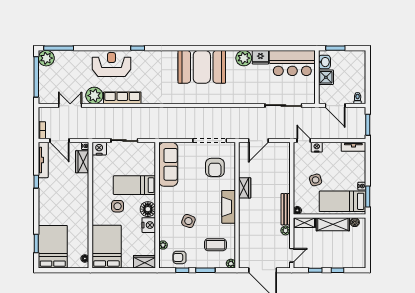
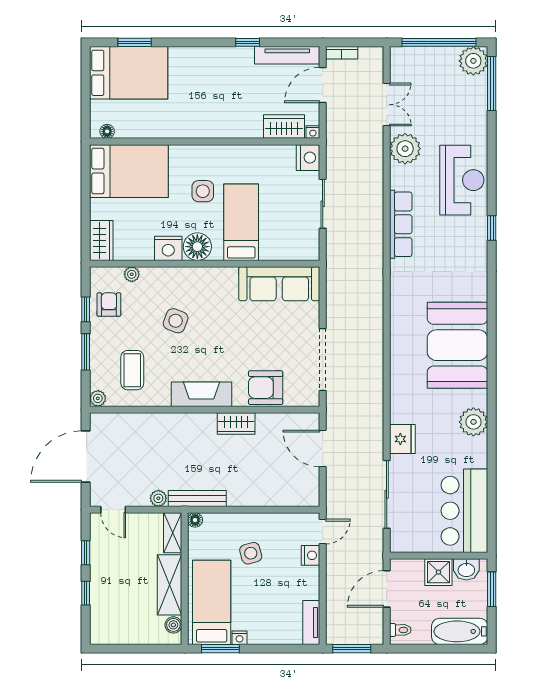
fridge: (260, 57) -> (402, 439), moved, turned 180
bathtub: (358, 66) -> (460, 631), added
row of seats: (122, 98) -> (401, 224), moved
armchair: (215, 168) -> (266, 388), moved

